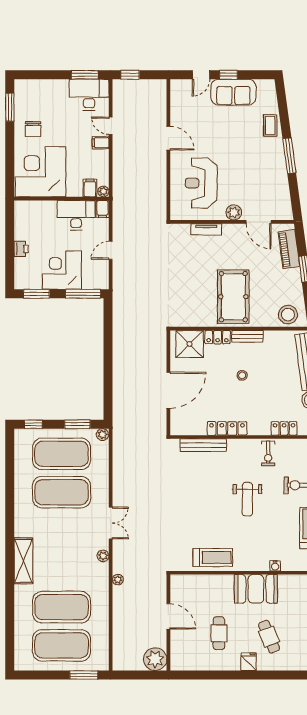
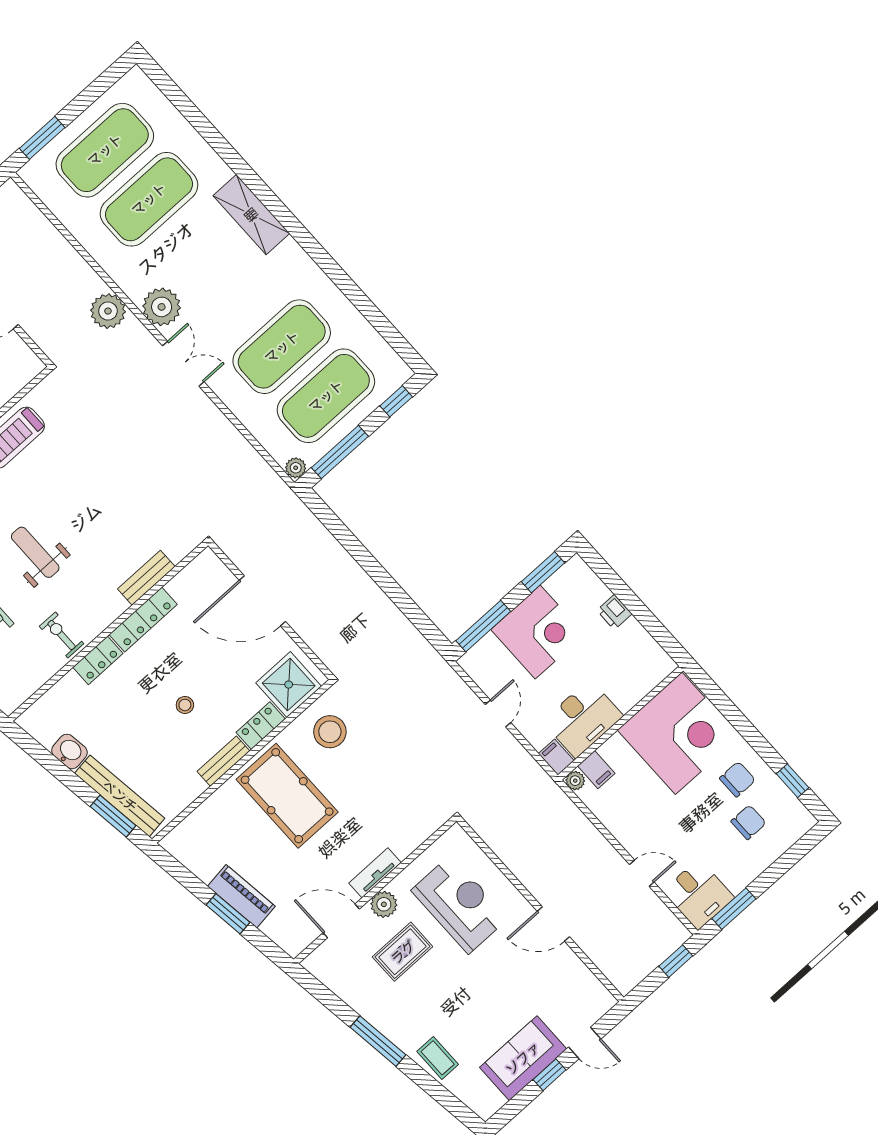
door: (201, 75) -> (585, 1043), swing flipped
desk: (89, 95) -> (698, 894), width x0.73
chair: (45, 106) -> (749, 822), added
window: (10, 107) -> (793, 781), width x0.67
chair: (33, 129) -> (737, 779), turned 90
filing cabinet: (101, 143) -> (635, 840), removed
rug: (244, 185) -> (403, 952), added
tv unit: (206, 229) -> (375, 873), moved
piano: (289, 249) -> (241, 896), moved
stool: (288, 315) -> (330, 732), moved
door: (168, 390) -> (262, 601), hinge flipped
window: (77, 424) -> (340, 452), width x1.44
locker: (284, 428) -> (98, 660), moved
bench: (203, 445) -> (146, 578), width x0.73
double door: (111, 523) -> (183, 364), swing flipped
plant: (103, 556) -> (162, 307), width x1.87, depth x1.87
plant: (118, 580) -> (108, 311), width x1.88, depth x1.88

